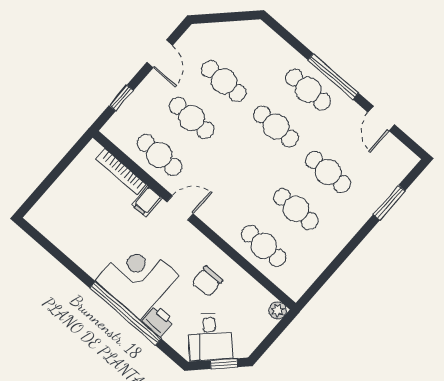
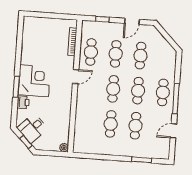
filing cabinet: (147, 201) -> (68, 61), removed
door: (180, 208) -> (76, 77), hinge flipped
cafe table: (264, 246) -> (113, 89), moved
chair: (207, 281) -> (54, 110), removed
window: (126, 313) -> (16, 87), width x0.47

